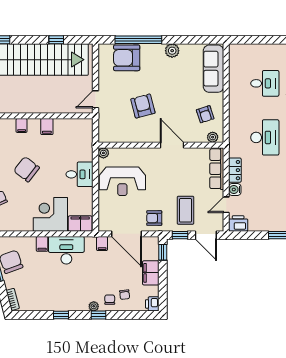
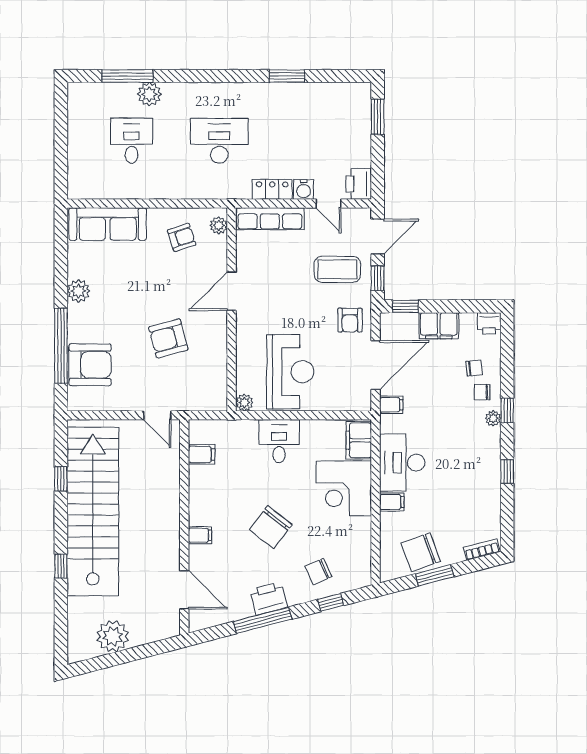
armchair: (127, 58) -> (90, 365), turned -90
filing cabinet: (47, 127) -> (202, 454), moved

